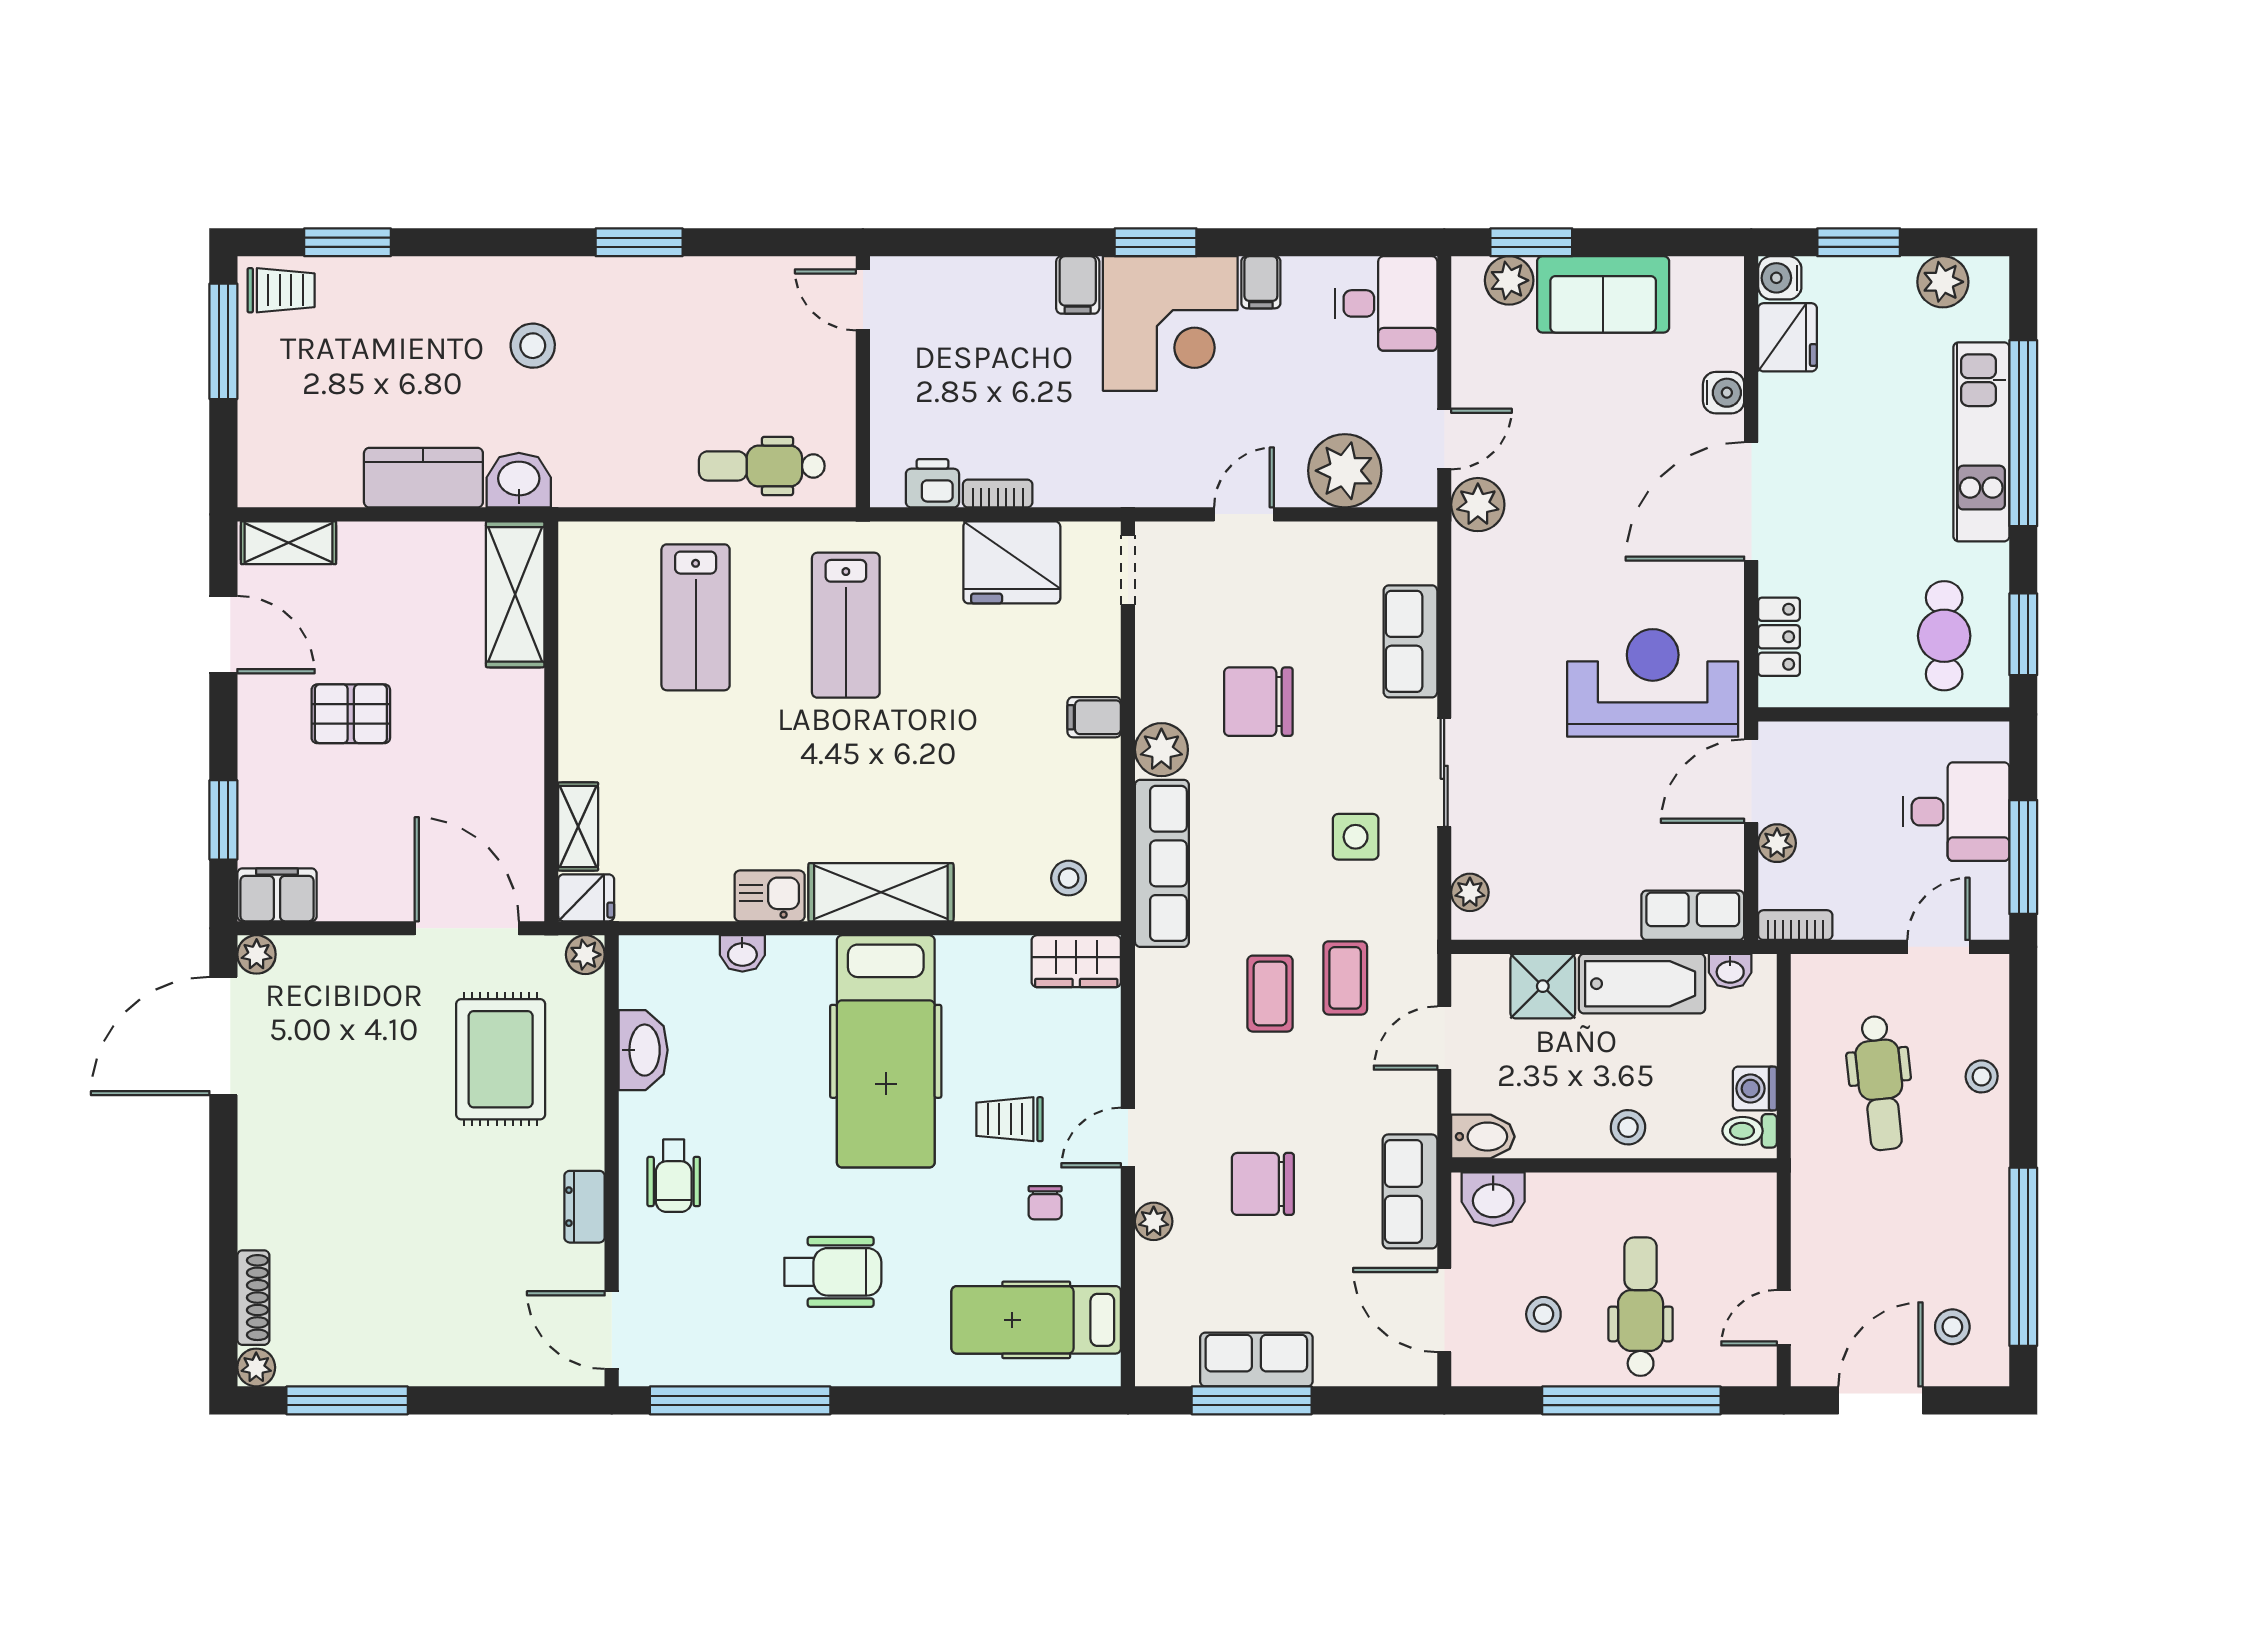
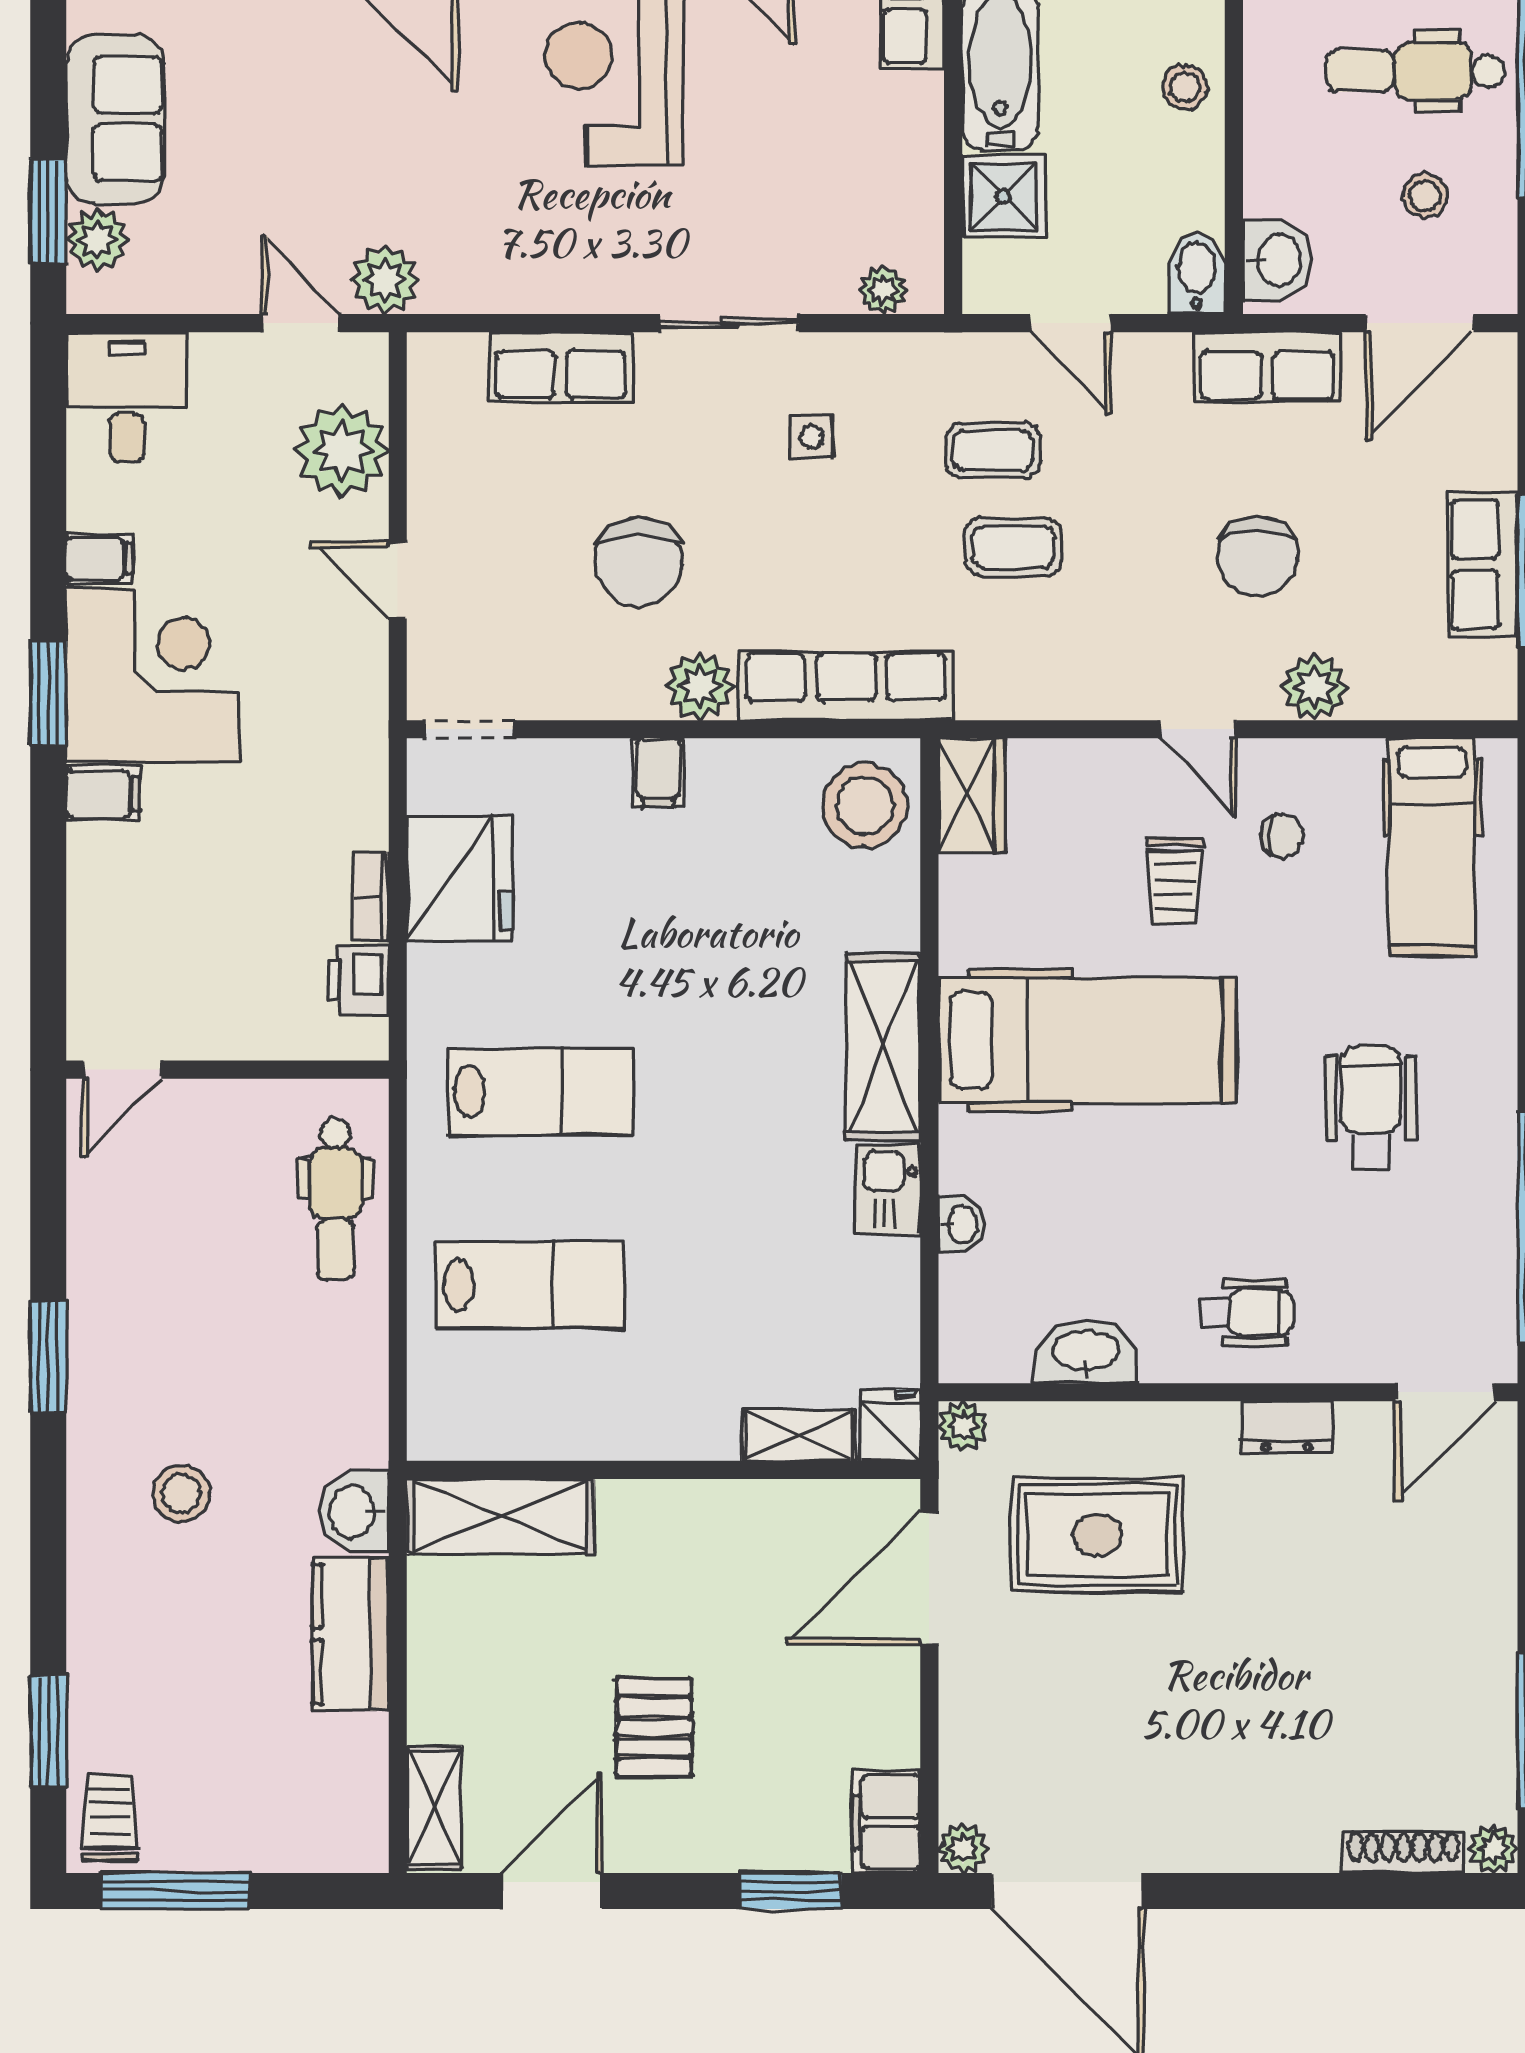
side table: (1356, 837) -> (812, 437), width x0.73, depth x0.73
stool: (1069, 878) -> (865, 805), width x1.89, depth x1.89
plant: (1154, 1221) -> (1315, 687), width x1.38, depth x1.38

